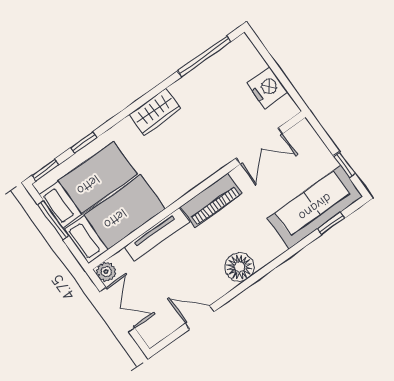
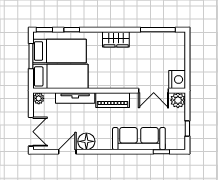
nightstand: (267, 88) -> (177, 80), moved
plant: (303, 135) -> (178, 100), added
sofa: (315, 207) -> (139, 139), moved
floor lamp: (239, 267) -> (86, 141), moved
double door: (117, 310) -> (31, 132), moved
door: (200, 318) -> (67, 152), hinge flipped

